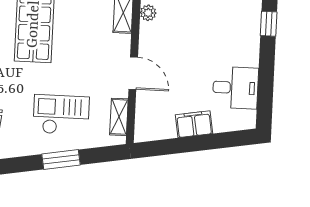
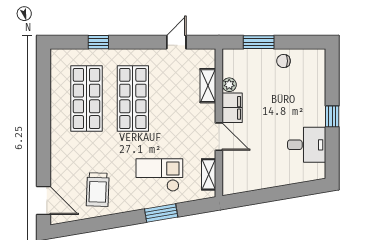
window: (269, 24) -> (332, 116), moved
filing cabinet: (194, 124) -> (232, 108), moved, turned 100

